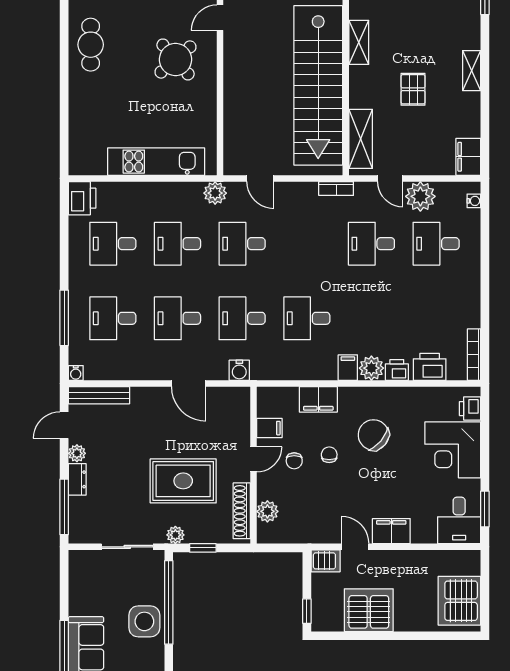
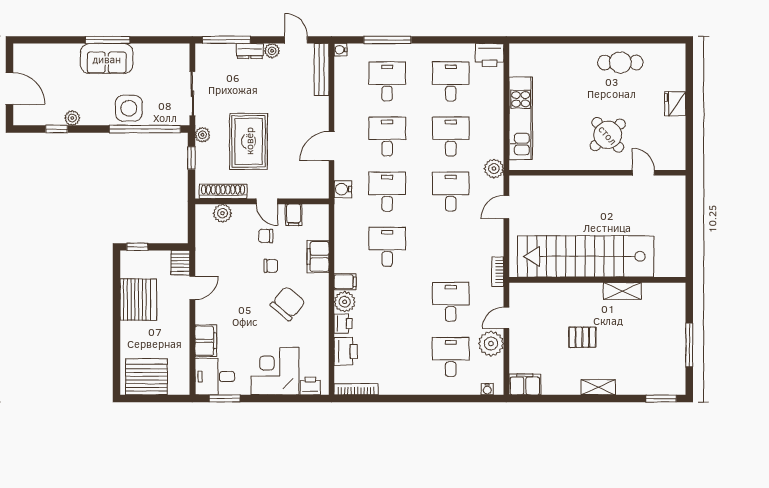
shelving: (361, 139) -> (540, 293), removed
filing cabinet: (391, 531) -> (206, 341), moved

